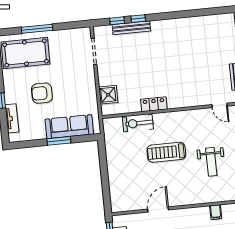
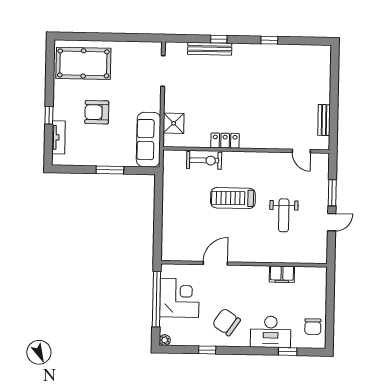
window: (117, 21) -> (269, 40), moved
window: (37, 29) -> (100, 37), removed
exercise bike: (138, 123) -> (204, 160), turned 180
sofa: (69, 127) -> (149, 140), moved, turned -90
filing cabinet: (216, 212) -> (282, 274), width x2.00

